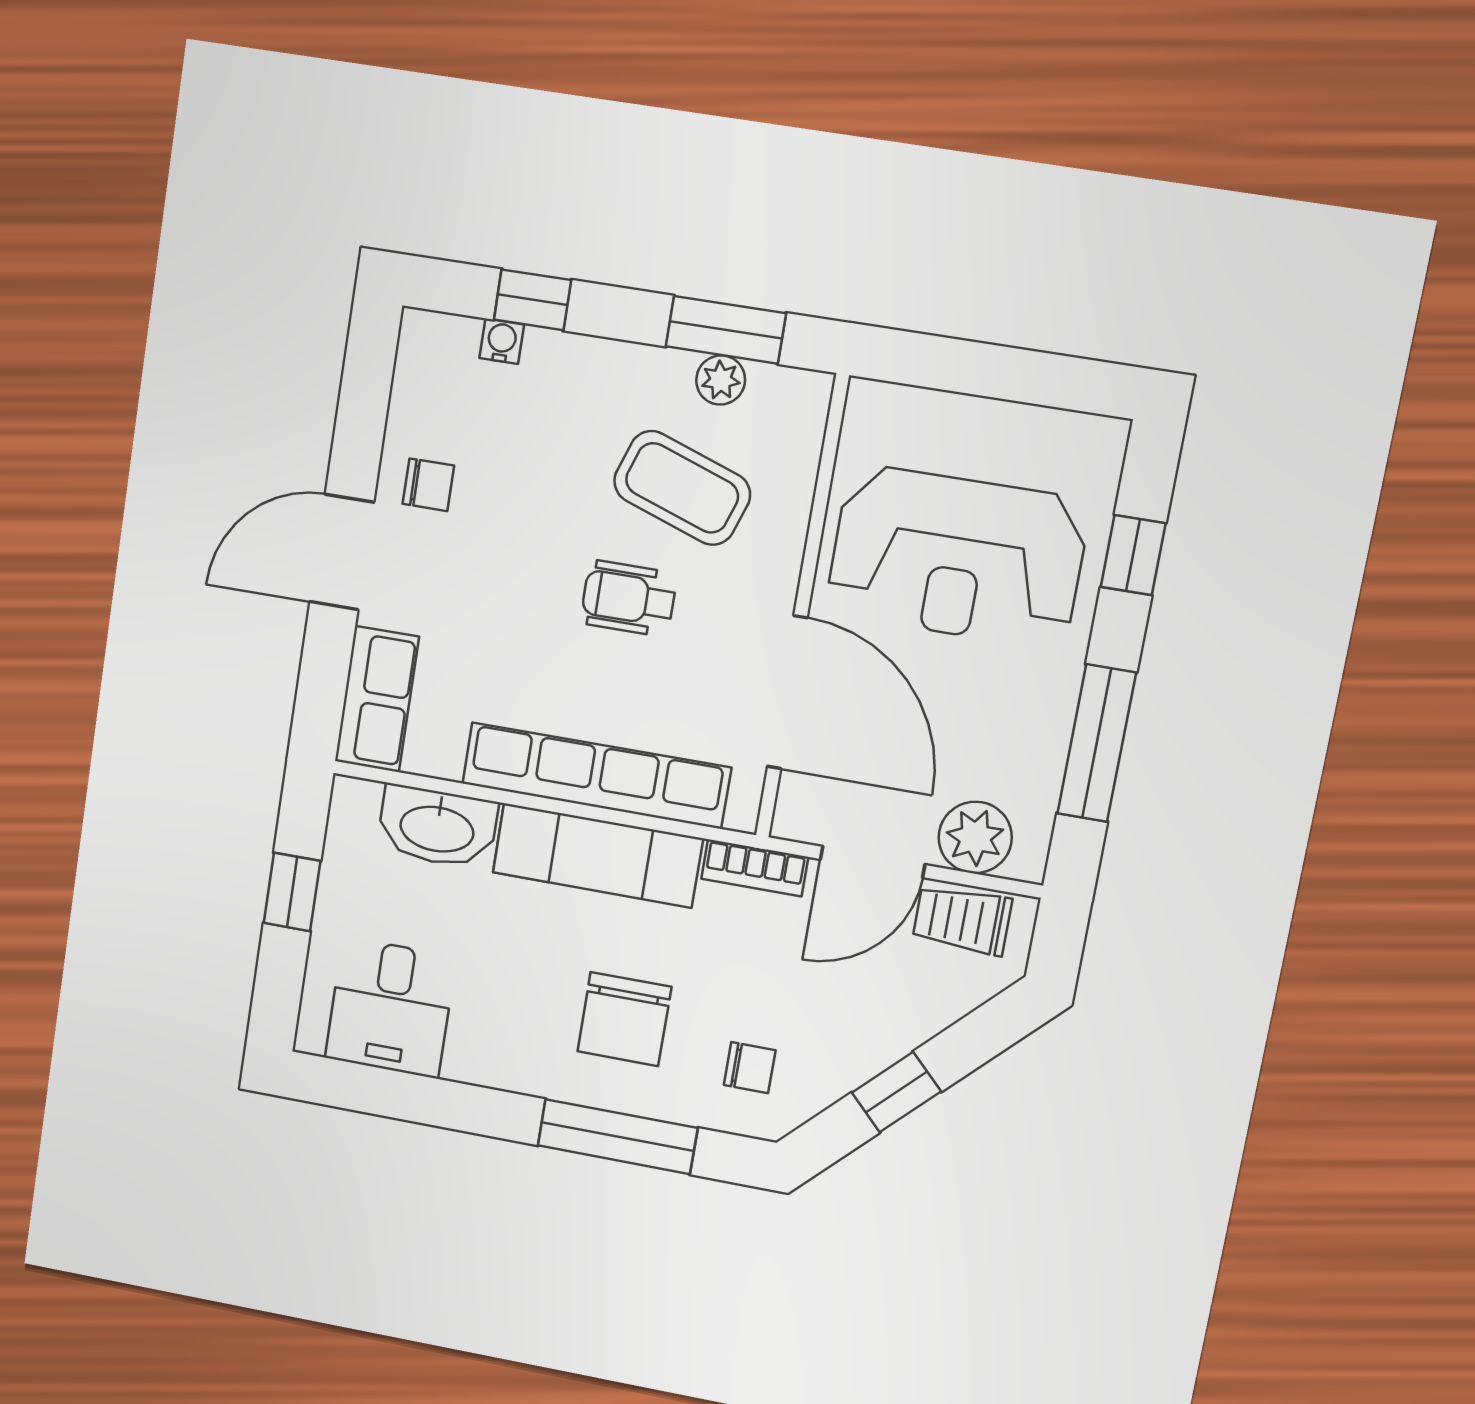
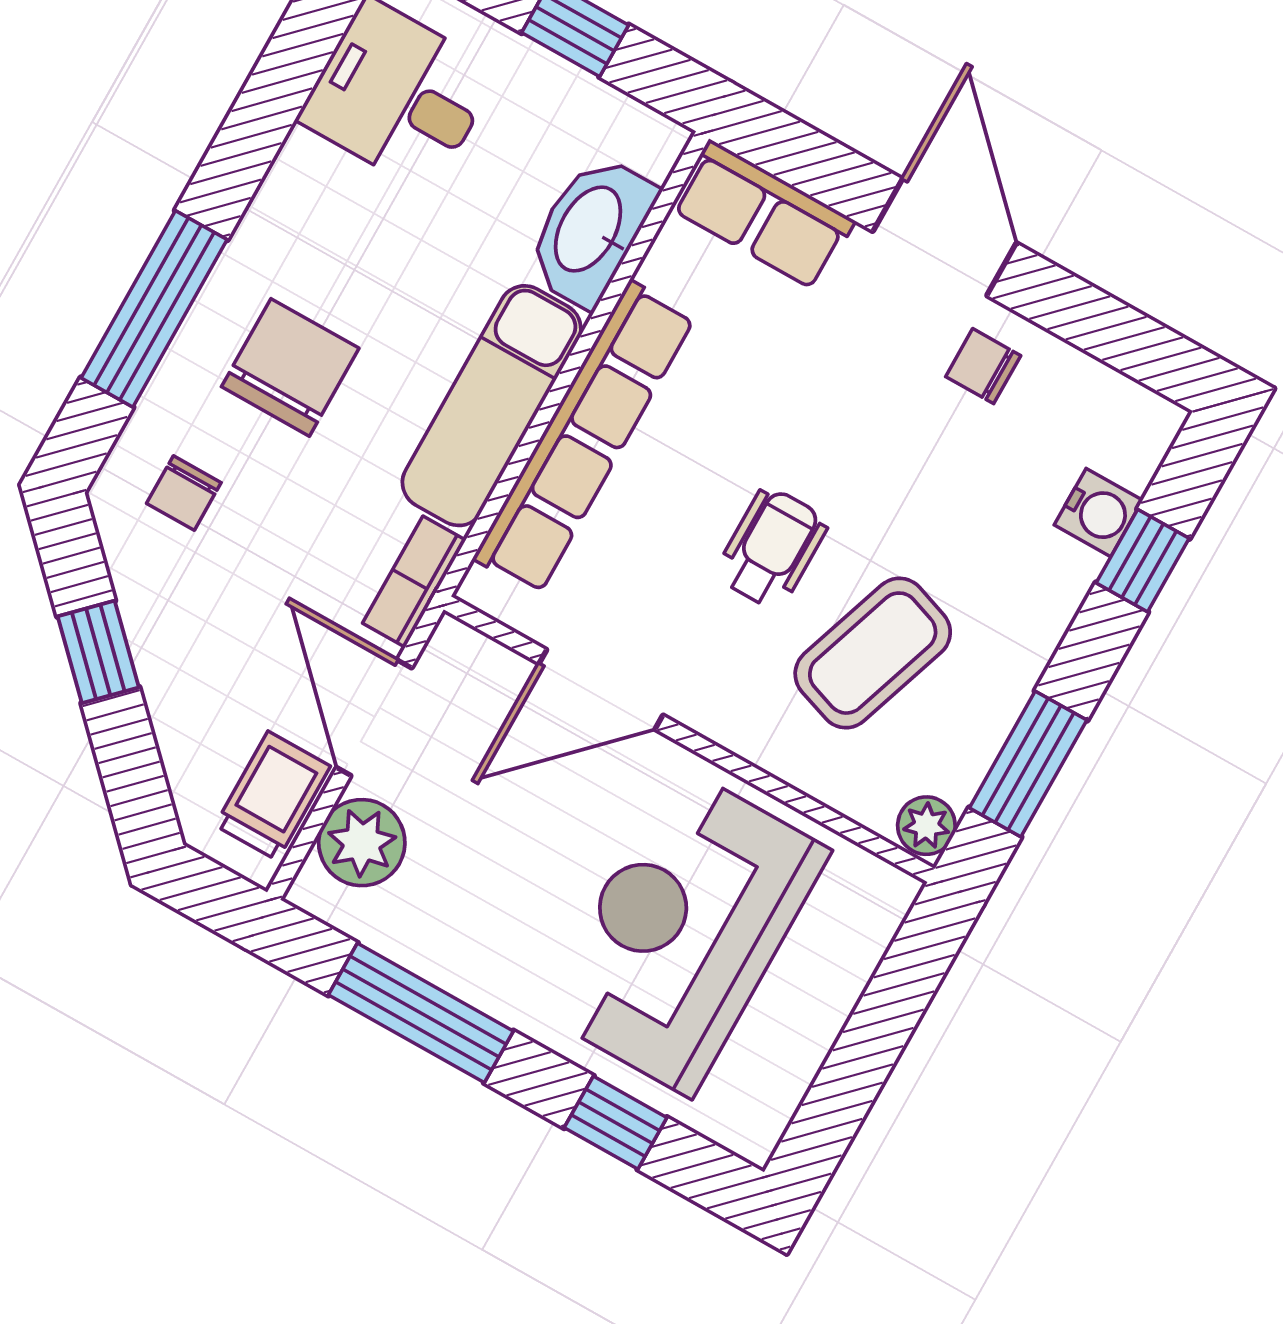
water cooler: (502, 341) -> (1098, 513), width x1.38, depth x1.38
plant: (721, 380) -> (926, 826), moved
chair: (428, 485) -> (983, 366), turned 90
door: (787, 692) -> (601, 689), width x0.73
chair: (624, 1019) -> (290, 367), turned 90

